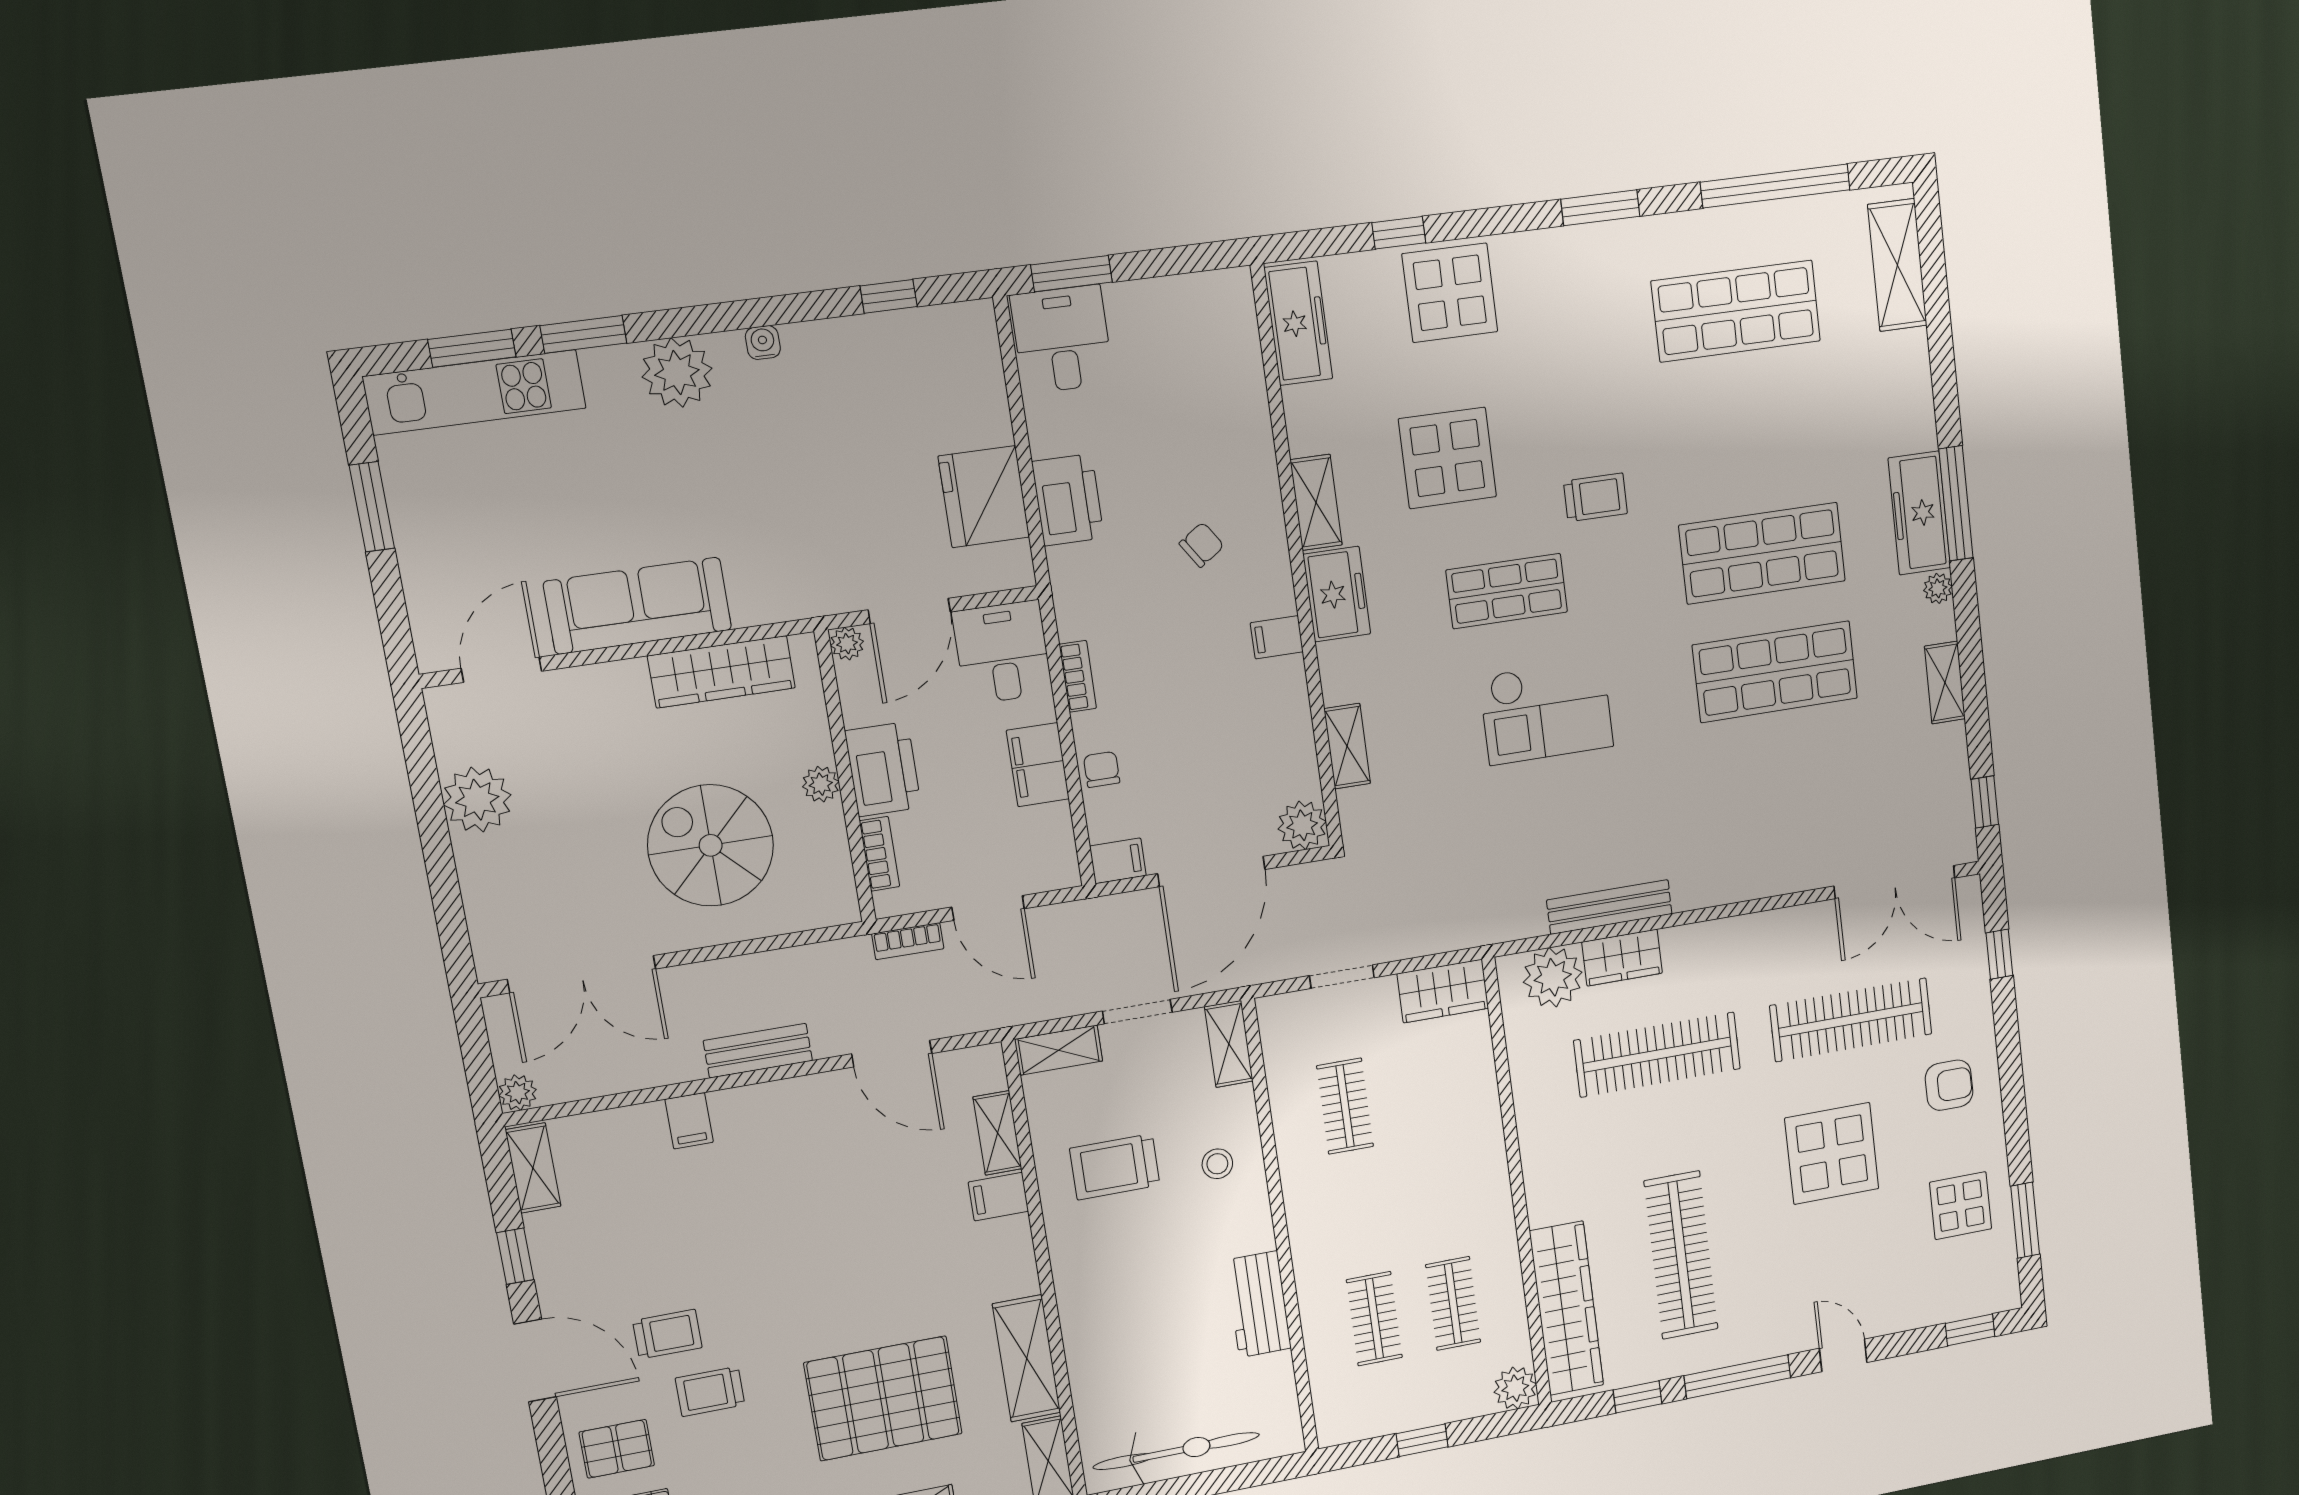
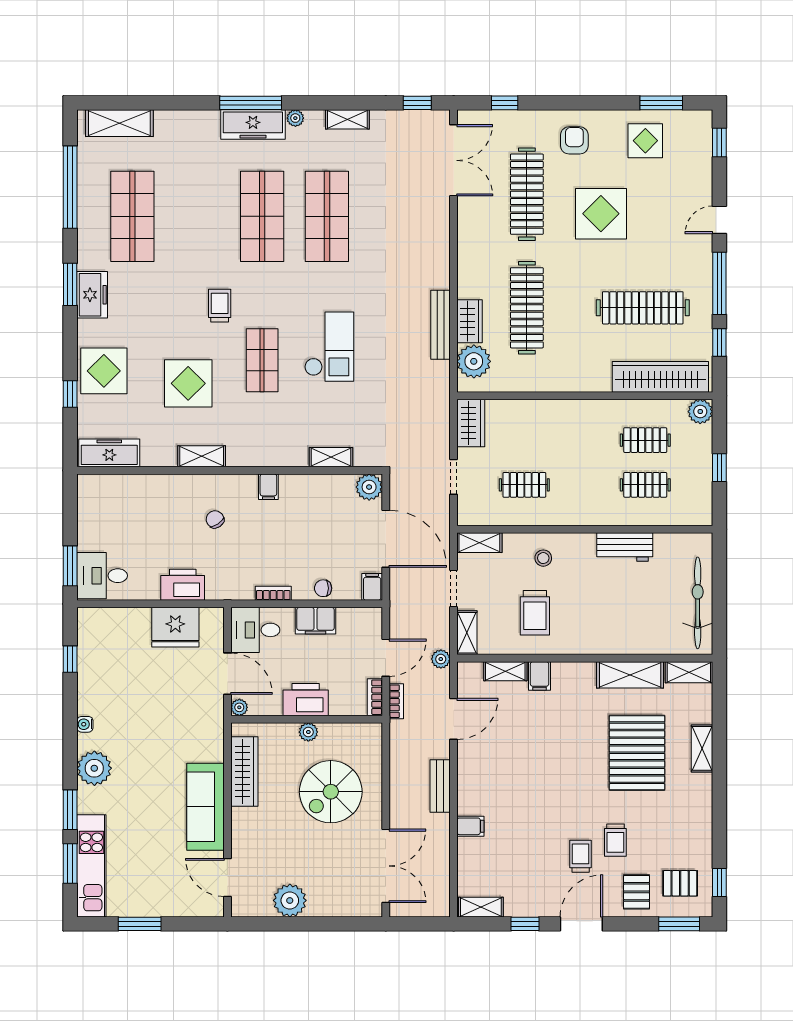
freezer: (1337, 594) -> (92, 295), moved, turned 90
bookcase: (879, 854) -> (375, 697), moved, turned -90
plant: (518, 1093) -> (441, 659), moved

